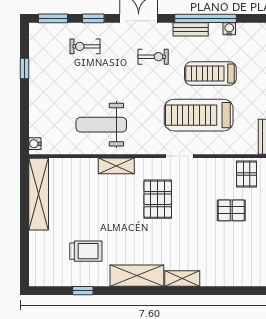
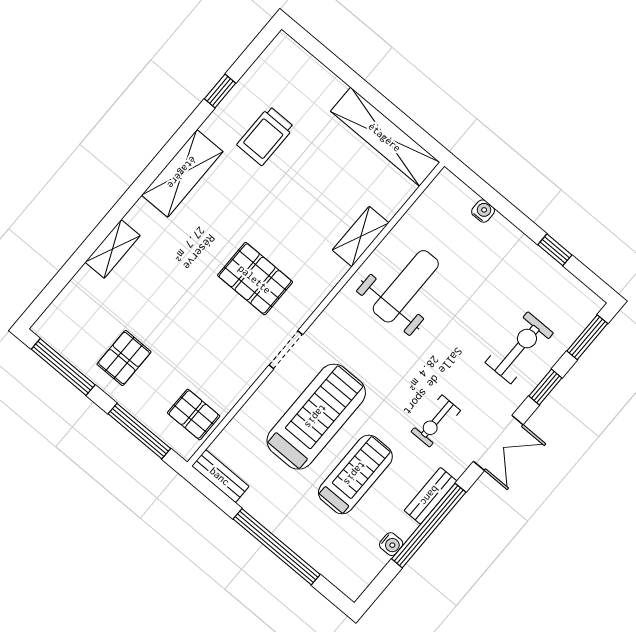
exercise bike: (85, 46) -> (519, 348), width x1.38, depth x1.39
water cooler: (35, 144) -> (483, 211), moved
shelving: (116, 166) -> (361, 236), moved
pallet: (231, 210) -> (124, 358), moved
shelving: (182, 278) -> (113, 249), moved

